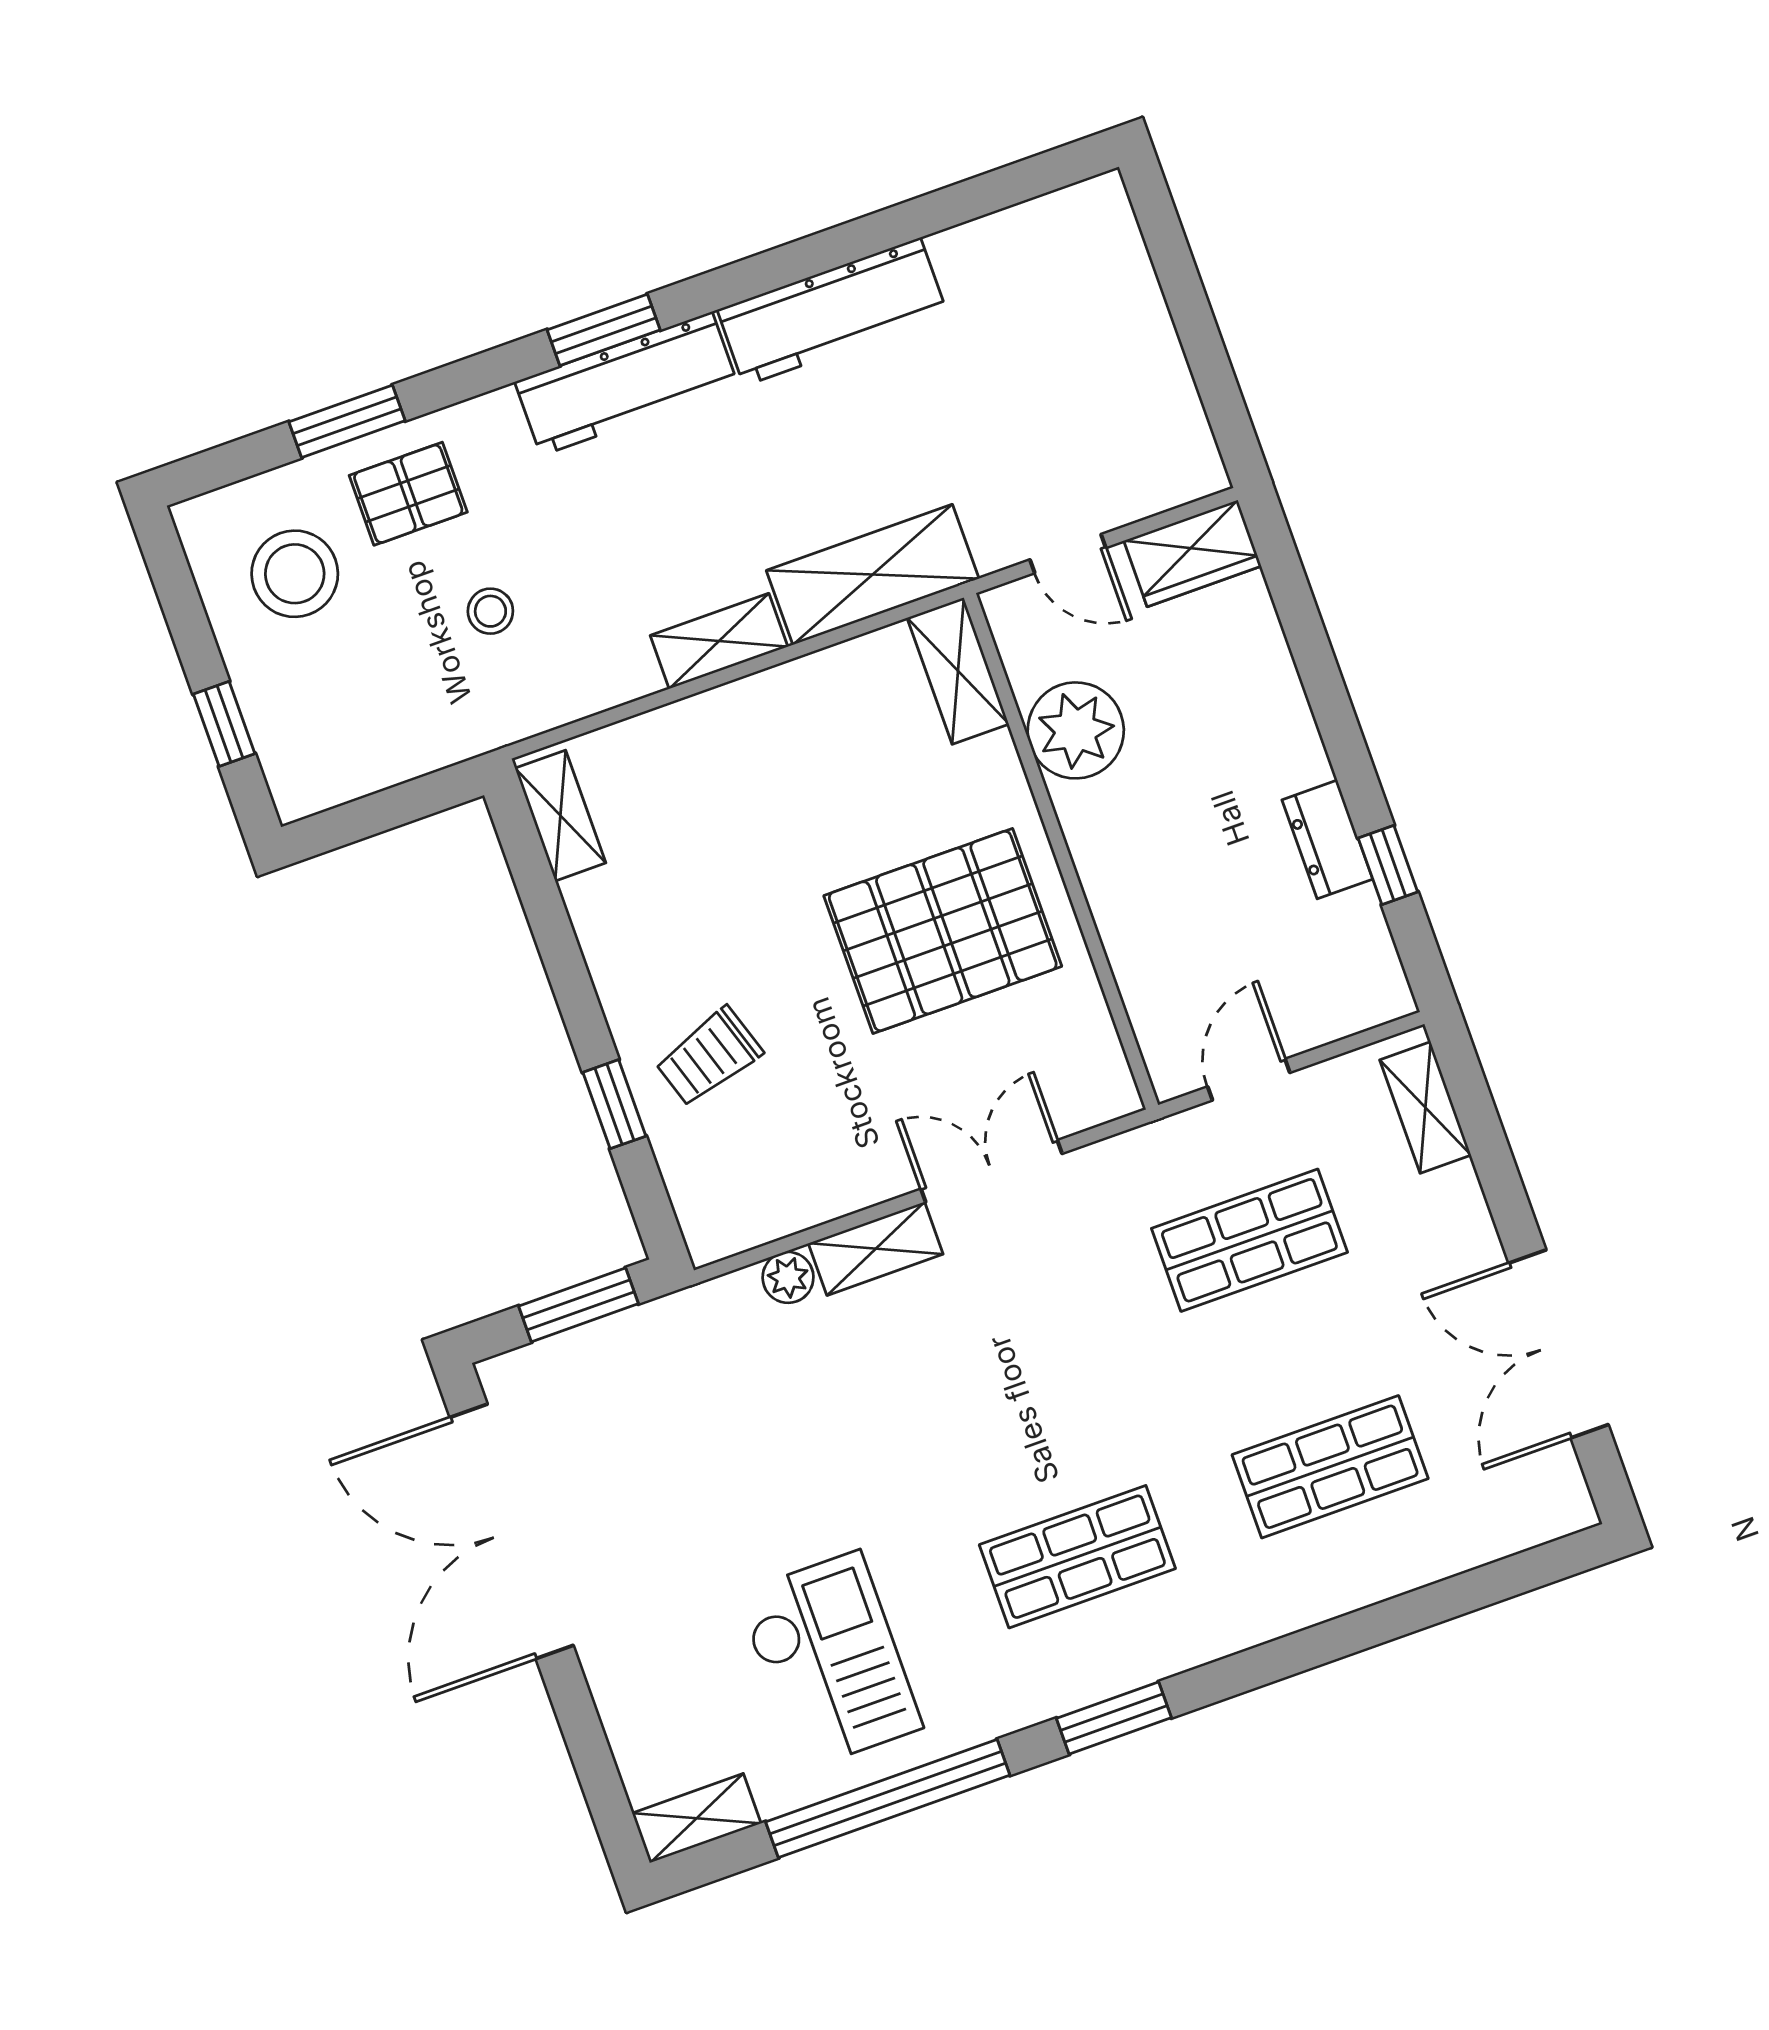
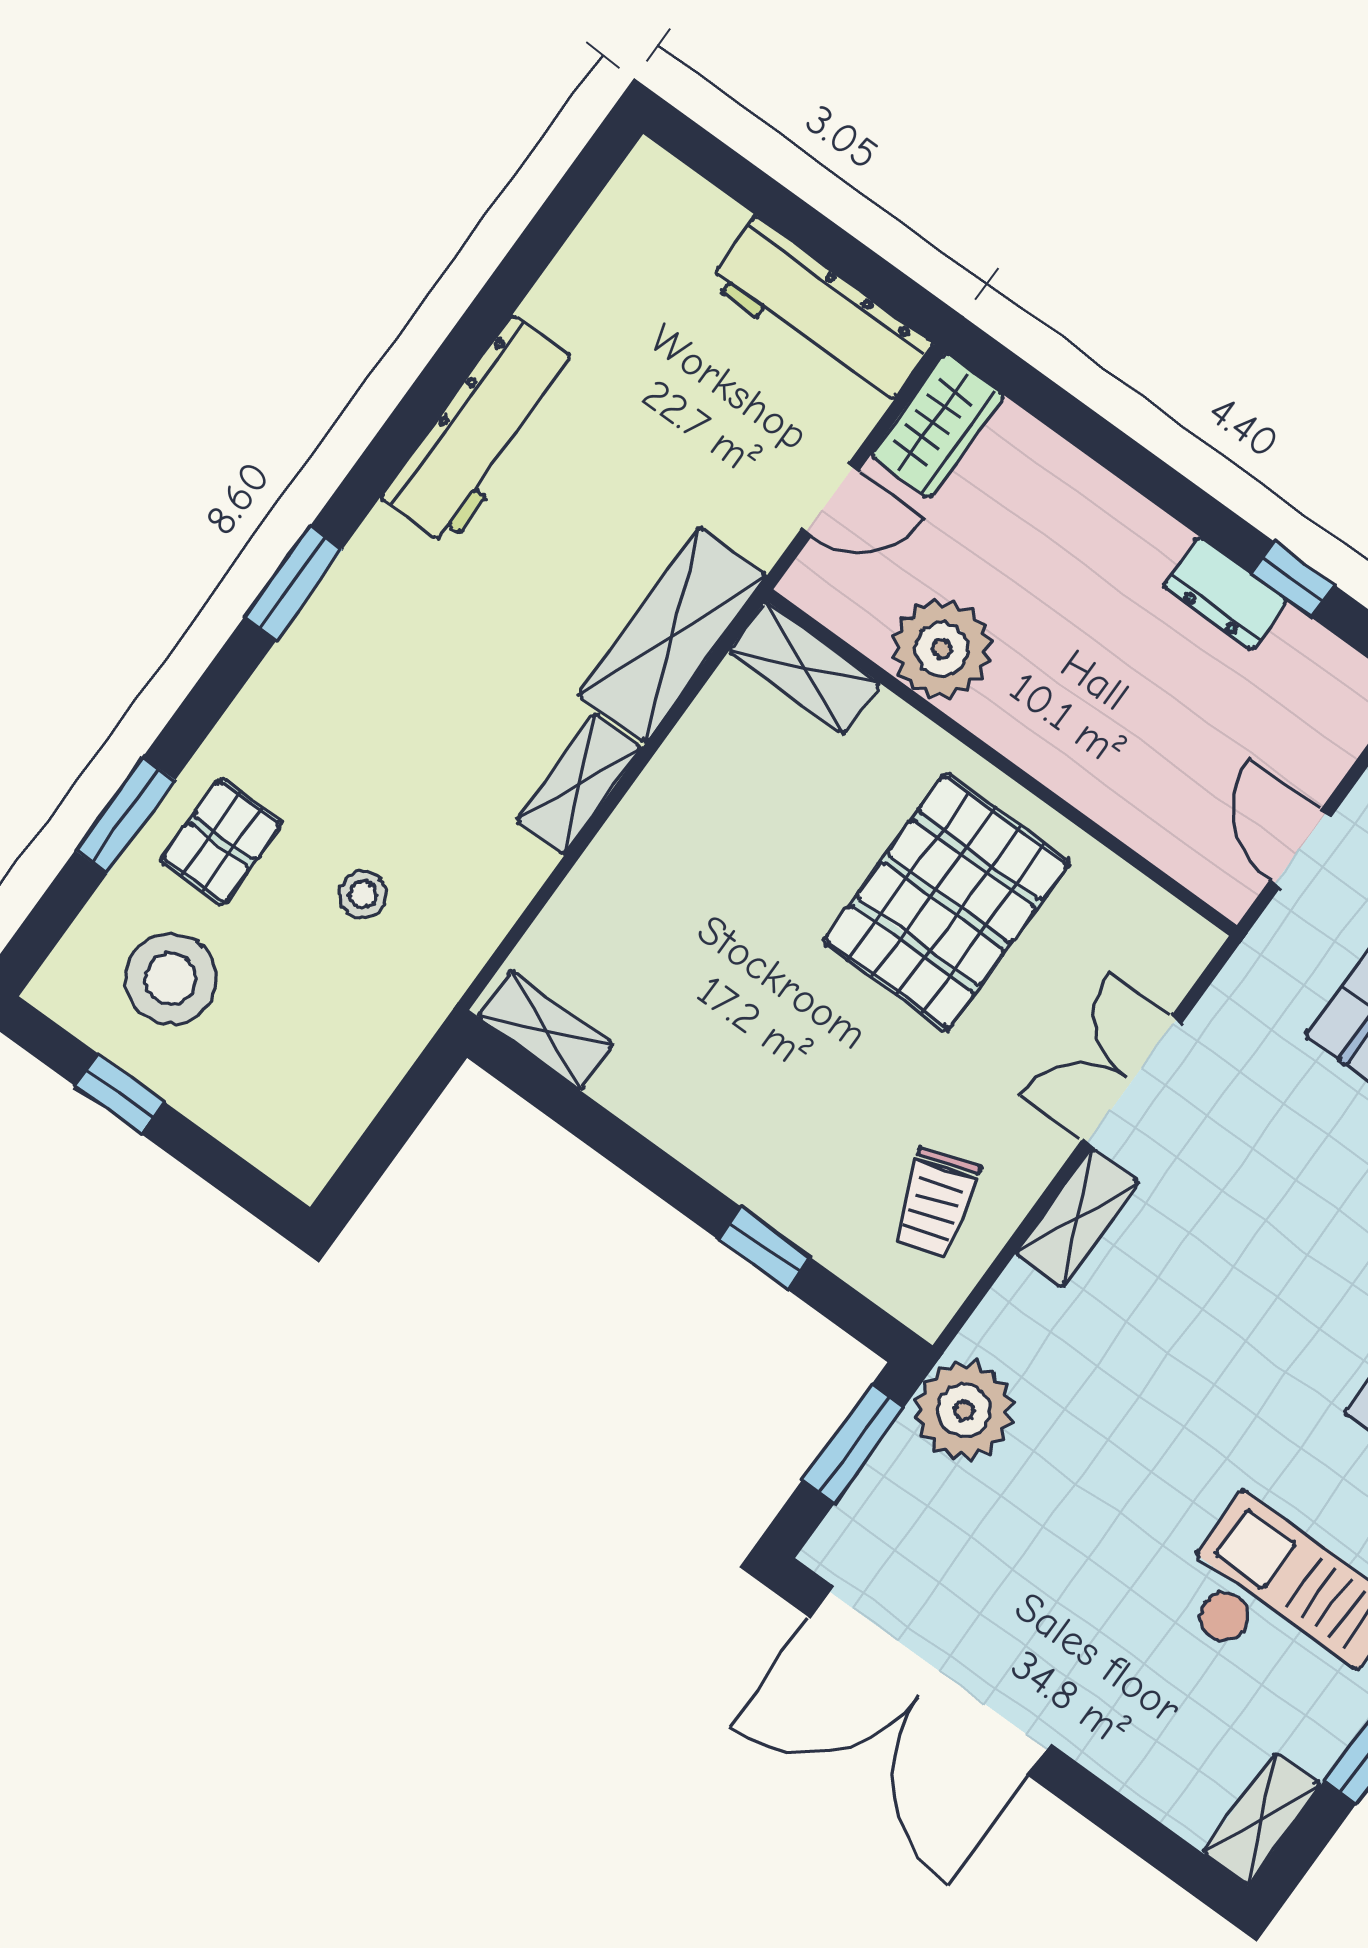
workbench: (626, 384) -> (820, 313), moved, turned 90
window: (224, 724) -> (120, 1094), moved
trolley: (709, 1057) -> (935, 1203), moved
plant: (788, 1277) -> (964, 1411), moved, width x1.87, depth x1.87

